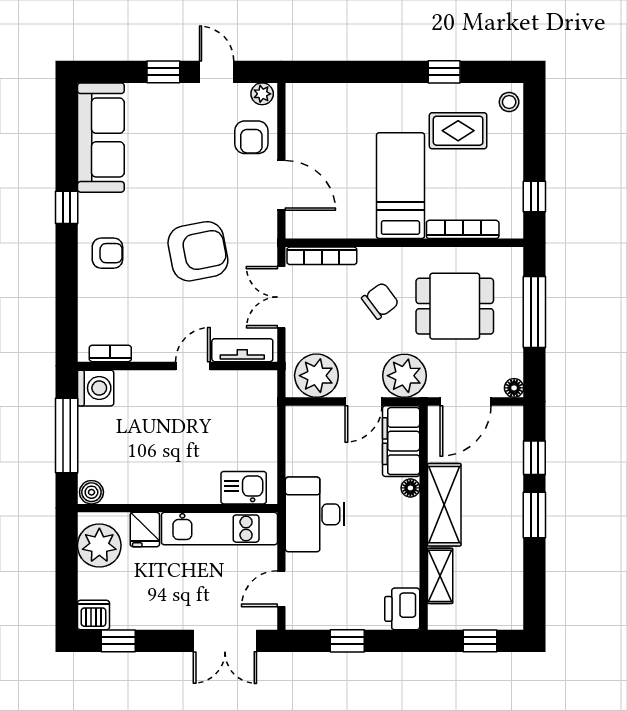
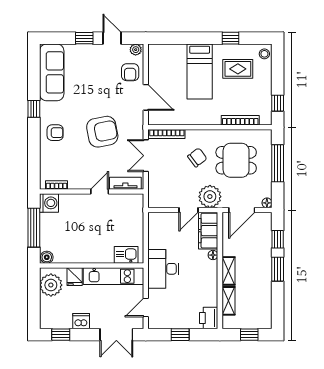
bed: (400, 186) -> (200, 72), moved, turned 180
plant: (316, 376) -> (164, 196), removed
shelving: (444, 505) -> (228, 271), width x0.67, depth x0.75
dishwasher: (93, 615) -> (81, 321), moved

